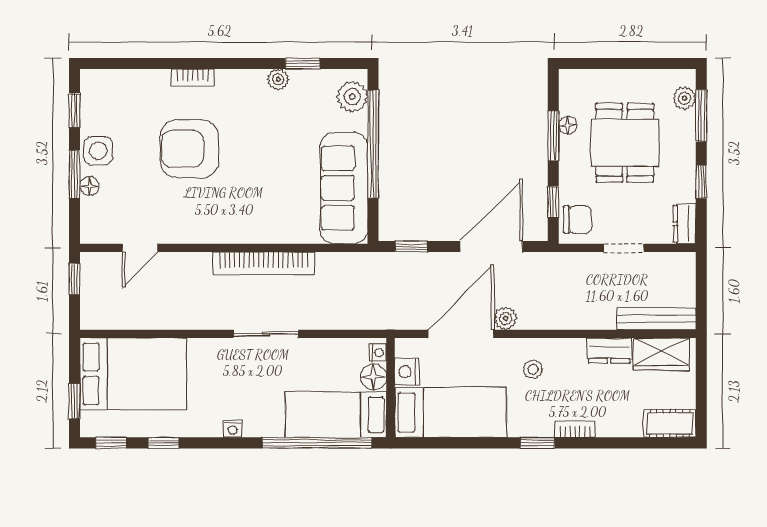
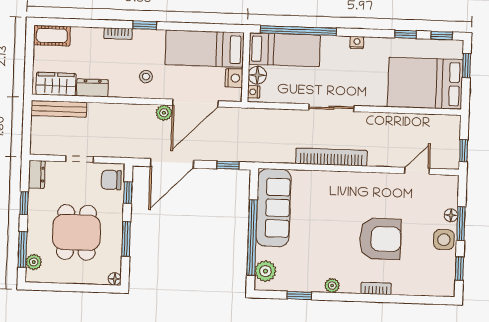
plant: (278, 79) -> (332, 286), moved
floor lamp: (568, 125) -> (115, 279), moved

